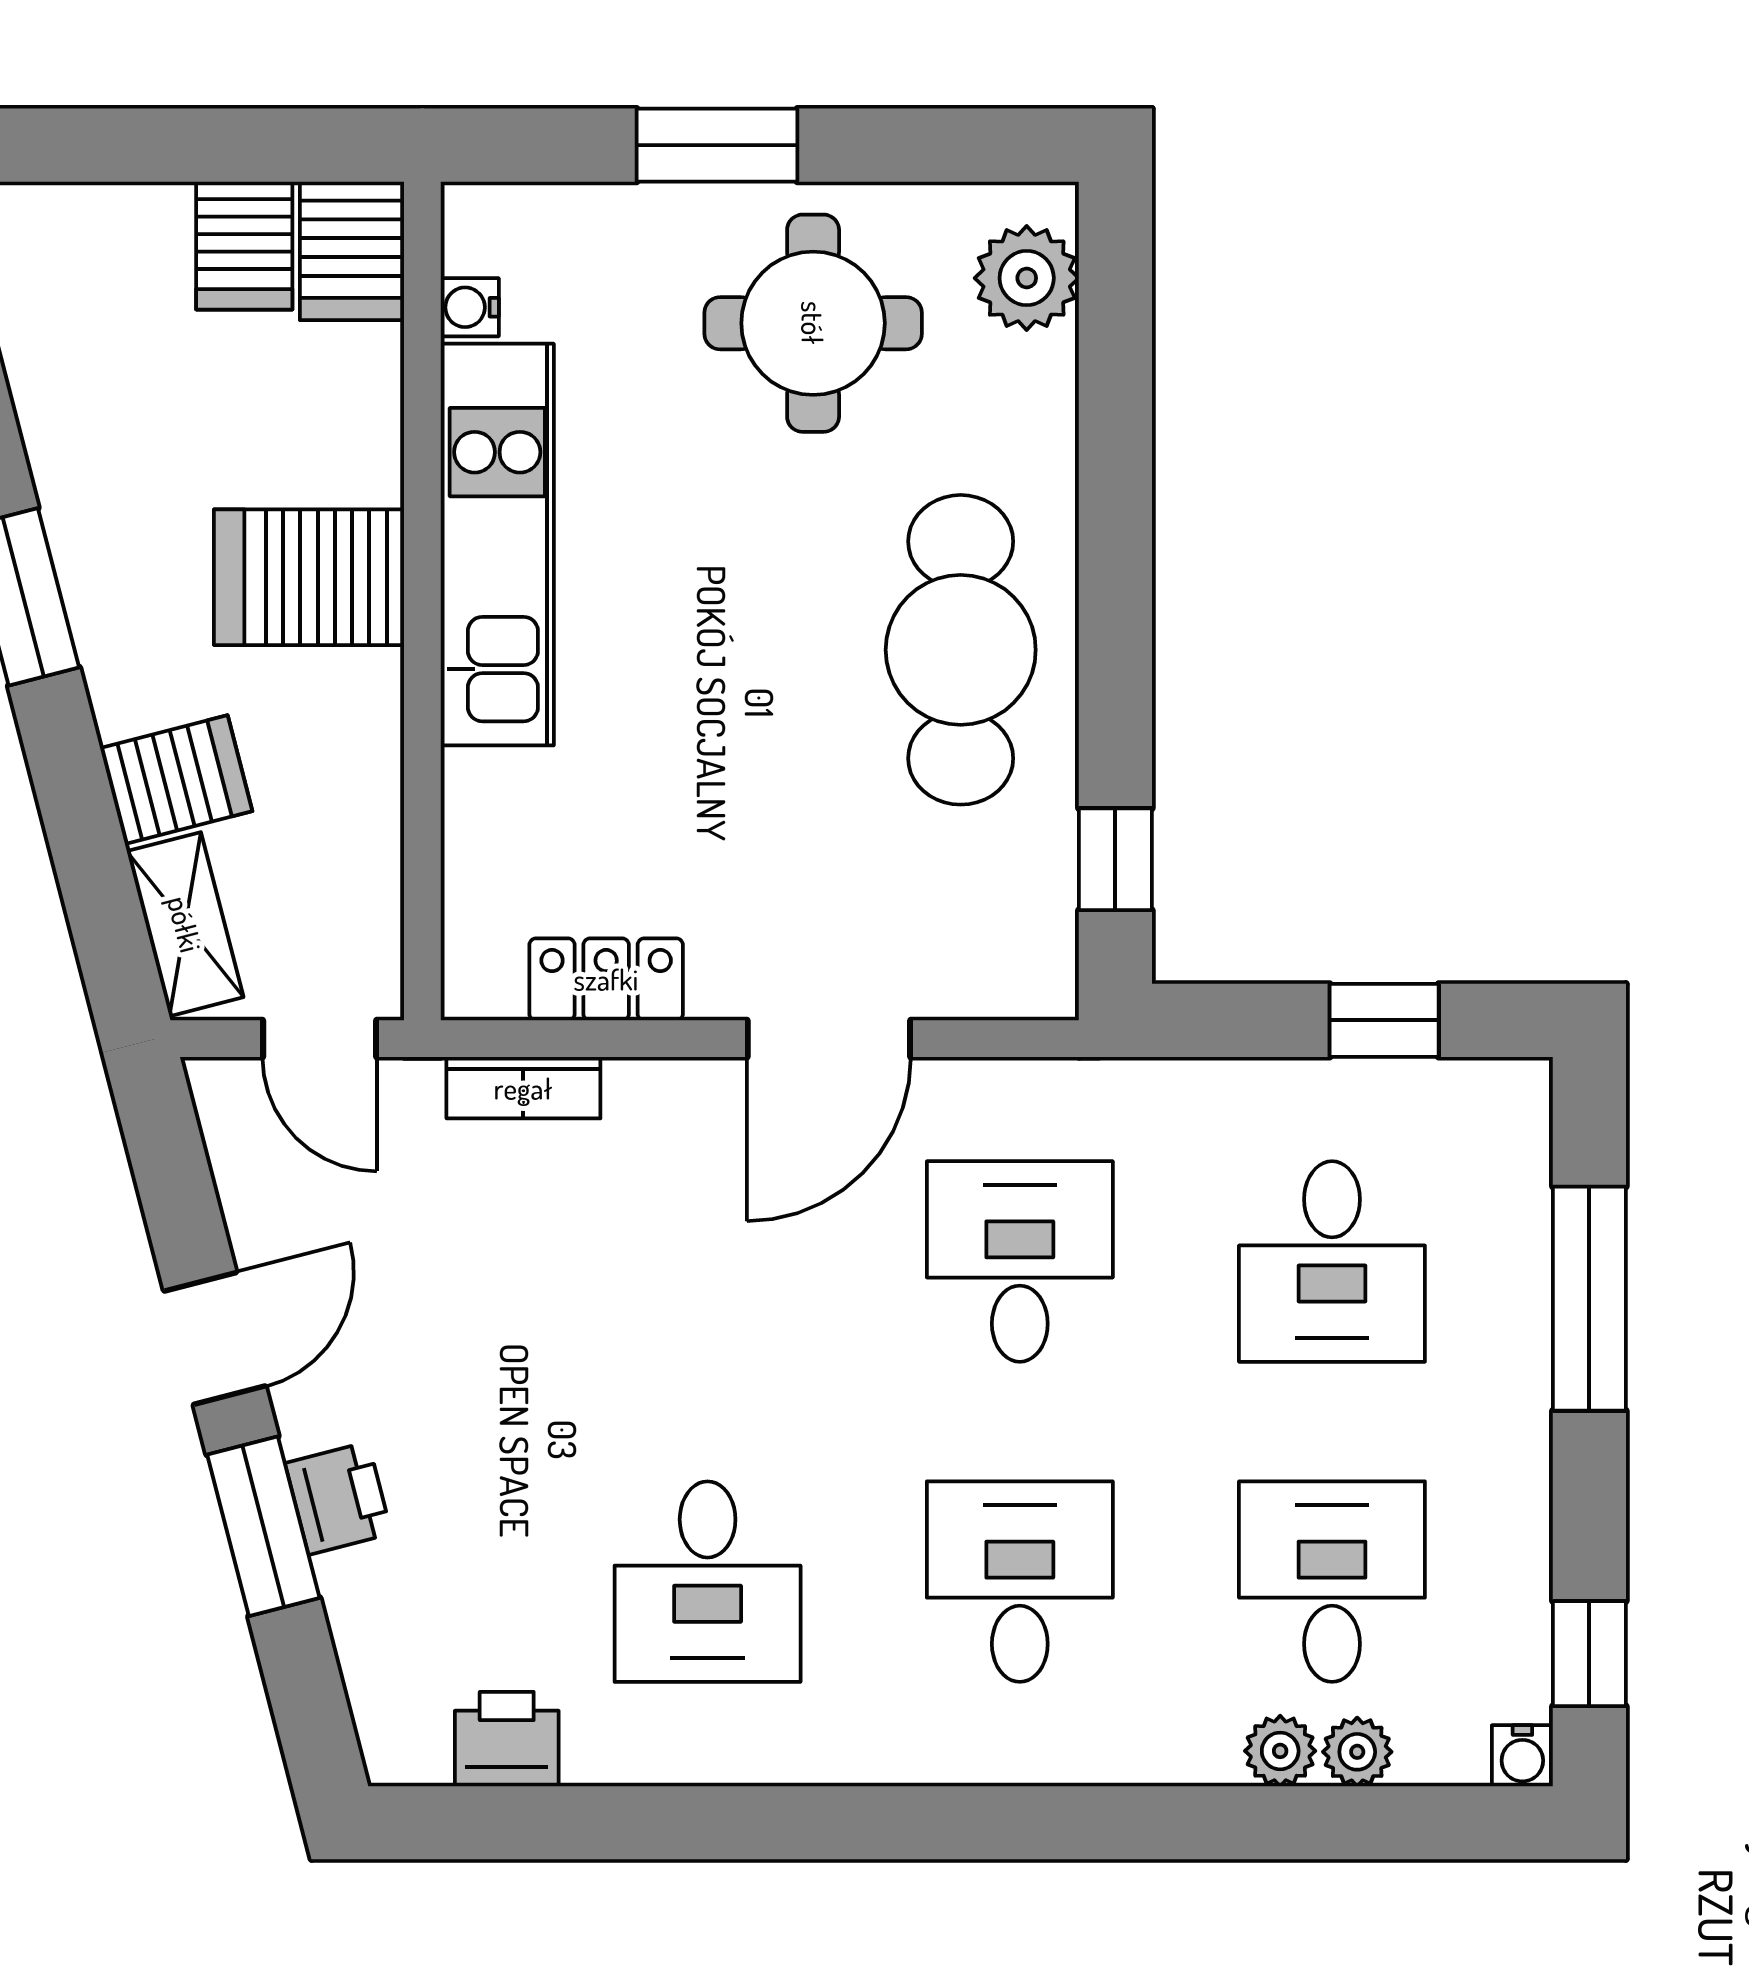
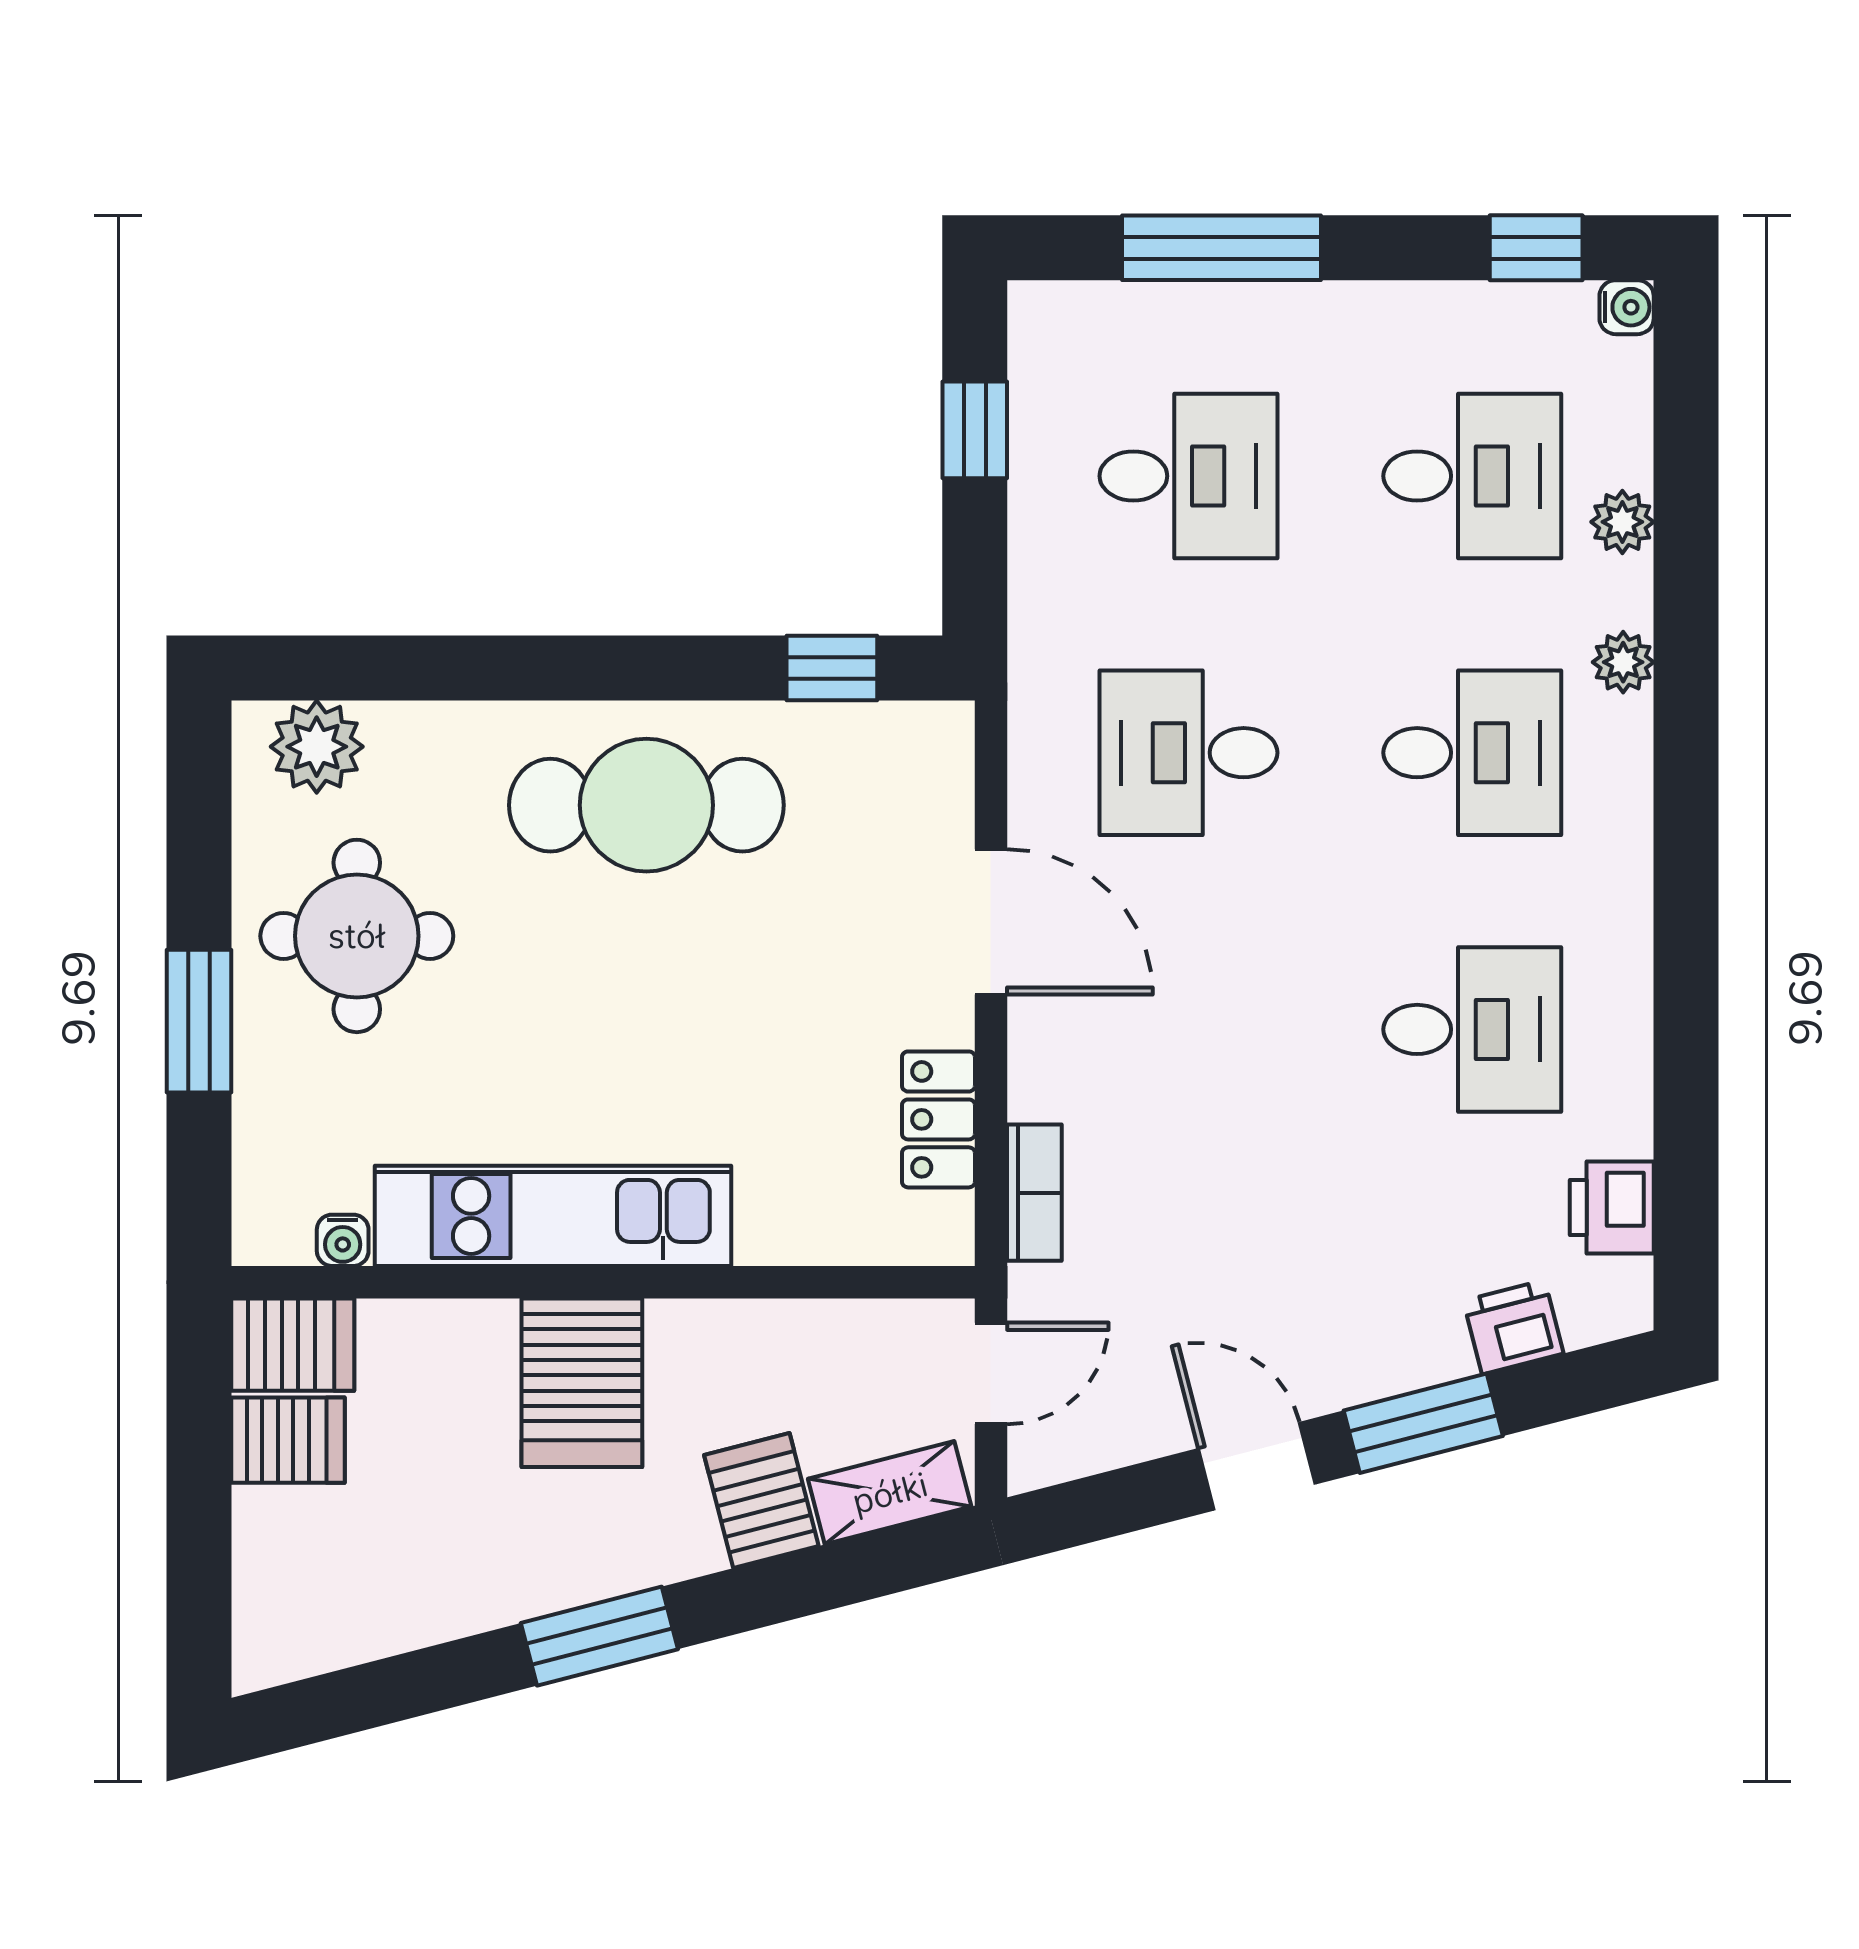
printer: (338, 1498) -> (1513, 1327), moved
desk: (1020, 1582) -> (1472, 753), turned 180
desk: (1332, 1582) -> (1472, 476), turned 180
plant: (1357, 1752) -> (1623, 662), moved

